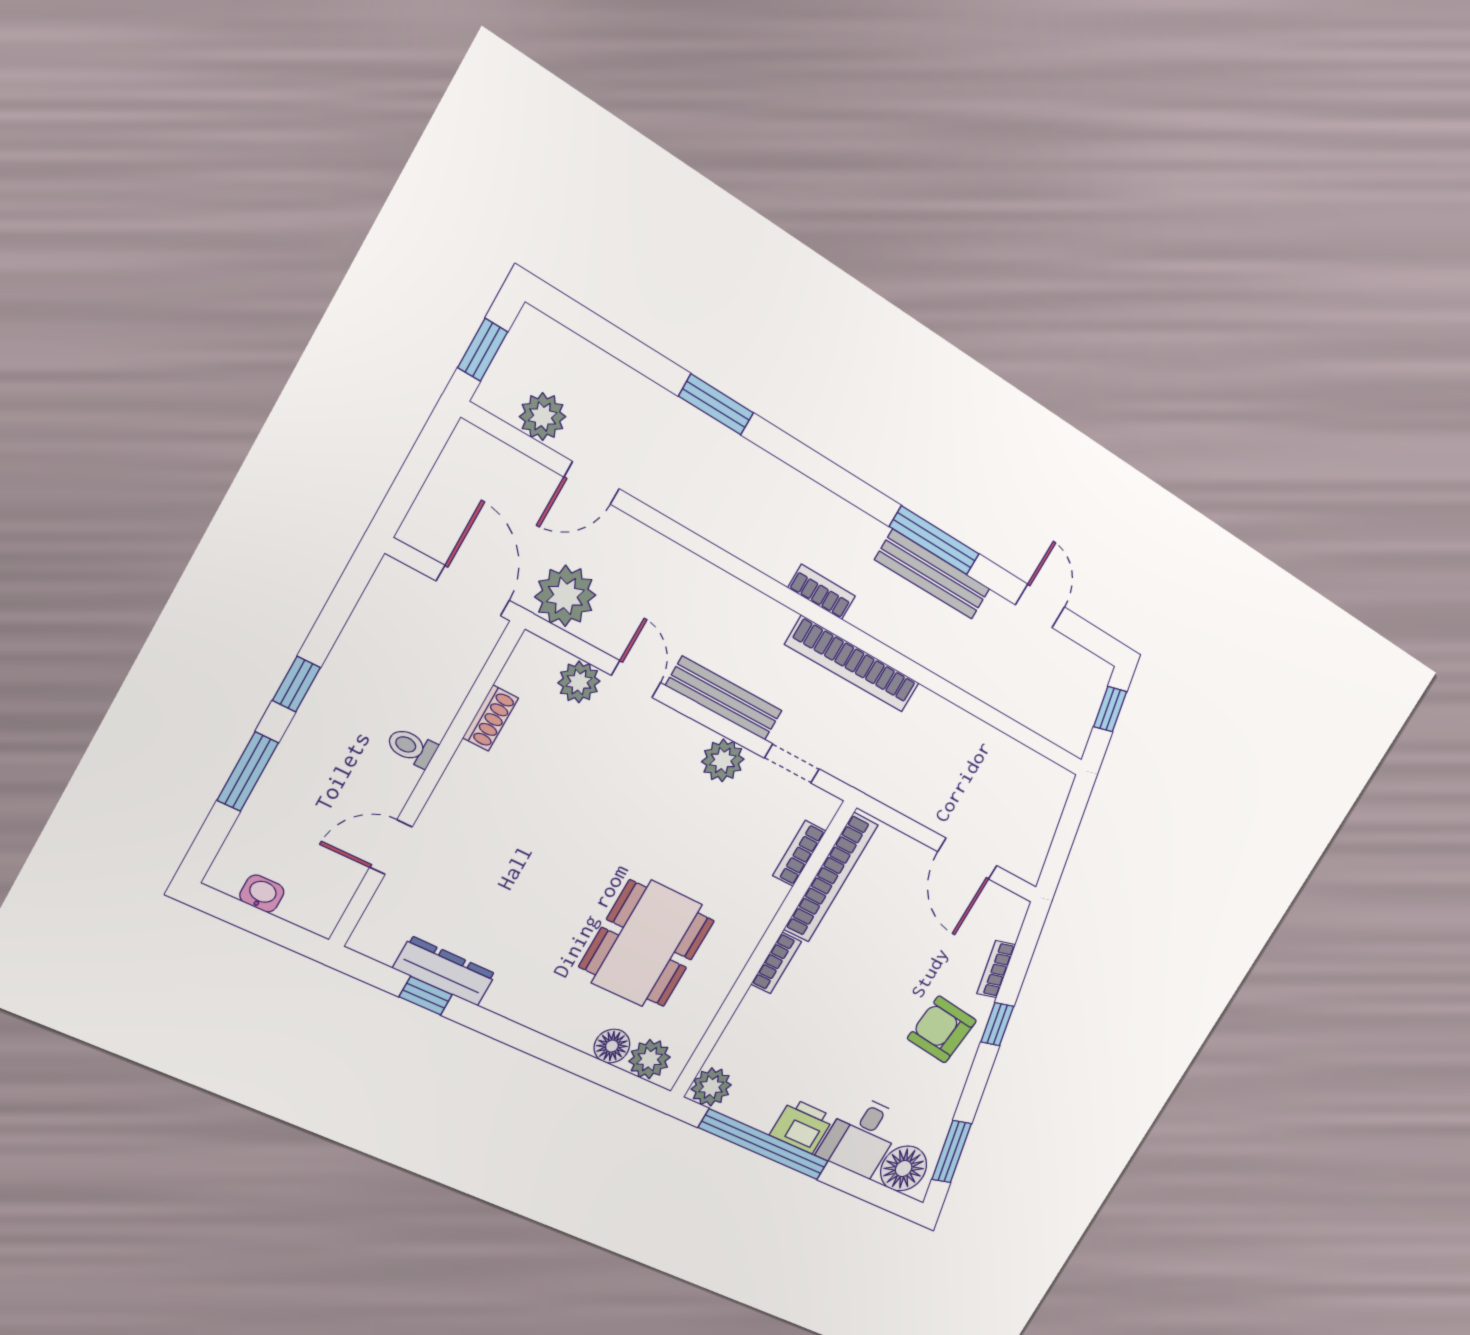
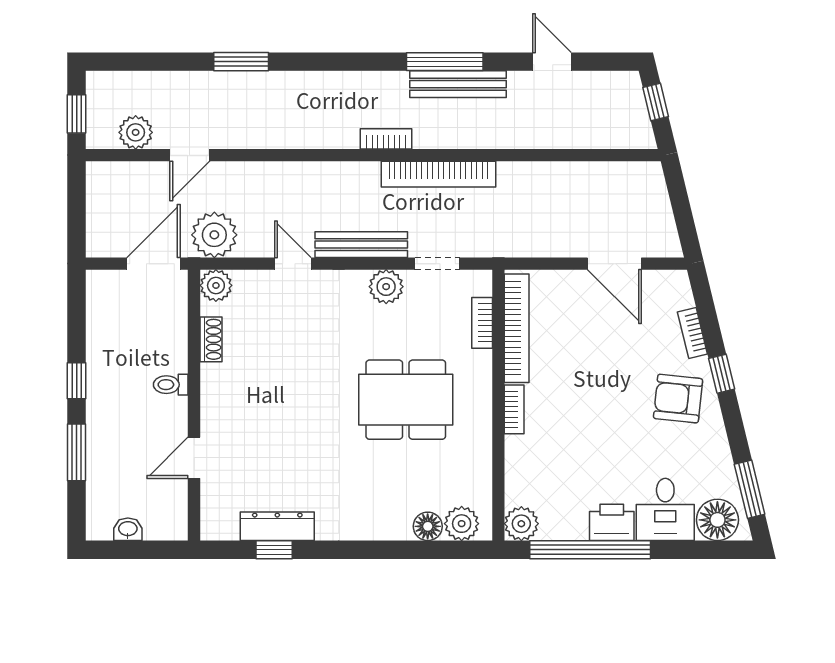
door: (473, 591) -> (153, 264), hinge flipped
plant: (579, 682) -> (216, 285), moved
dining table: (647, 944) -> (406, 400), moved, turned 90

